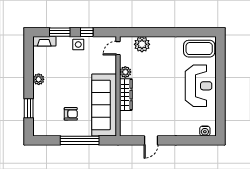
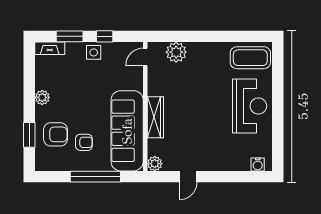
plant: (125, 72) -> (155, 164), moved
armchair: (49, 108) -> (56, 134), added

